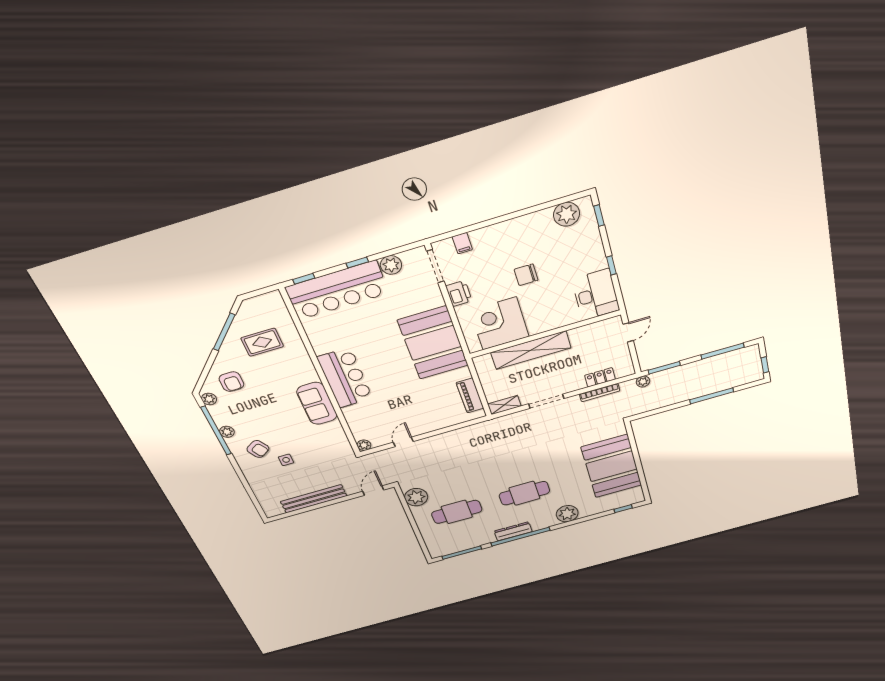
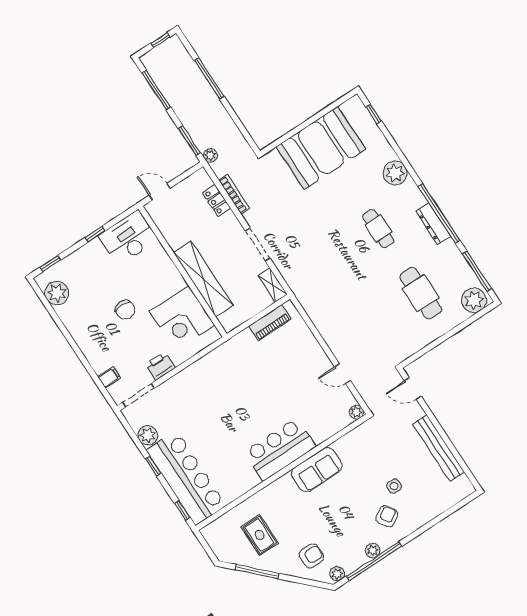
booth: (433, 343) -> (219, 375), removed
cafe table: (524, 493) -> (378, 229), width x0.73, depth x0.74
plant: (416, 497) -> (474, 300), moved

